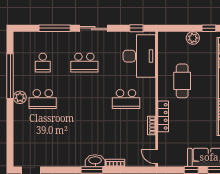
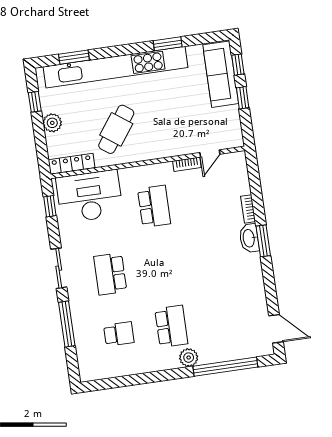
school desk: (84, 63) -> (110, 274), turned 180
window: (10, 76) -> (225, 367), moved
cafe table: (182, 81) -> (116, 129), turned -54
plant: (20, 97) -> (189, 358), moved
locker: (163, 116) -> (72, 164), moved
door: (157, 157) -> (210, 153), moved

